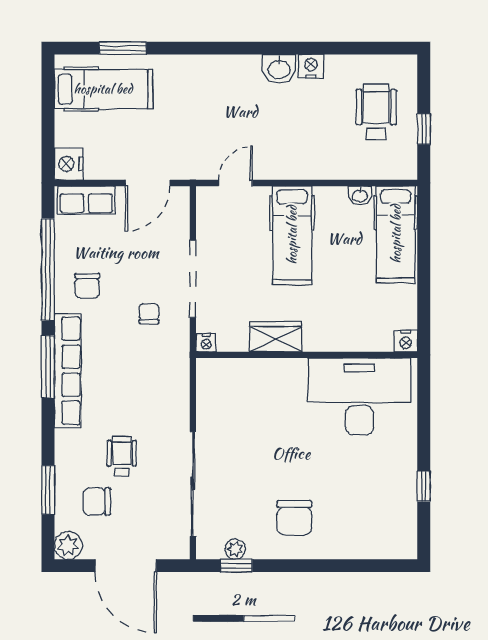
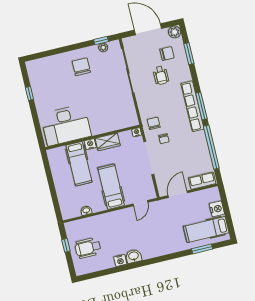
wheelchair: (376, 112) -> (88, 248), turned 90
nightstand: (69, 164) -> (217, 209), moved
hospital bed: (396, 234) -> (79, 164), moved, turned 180
chair: (87, 286) -> (154, 123), moved
nightstand: (406, 341) -> (90, 144), moved

